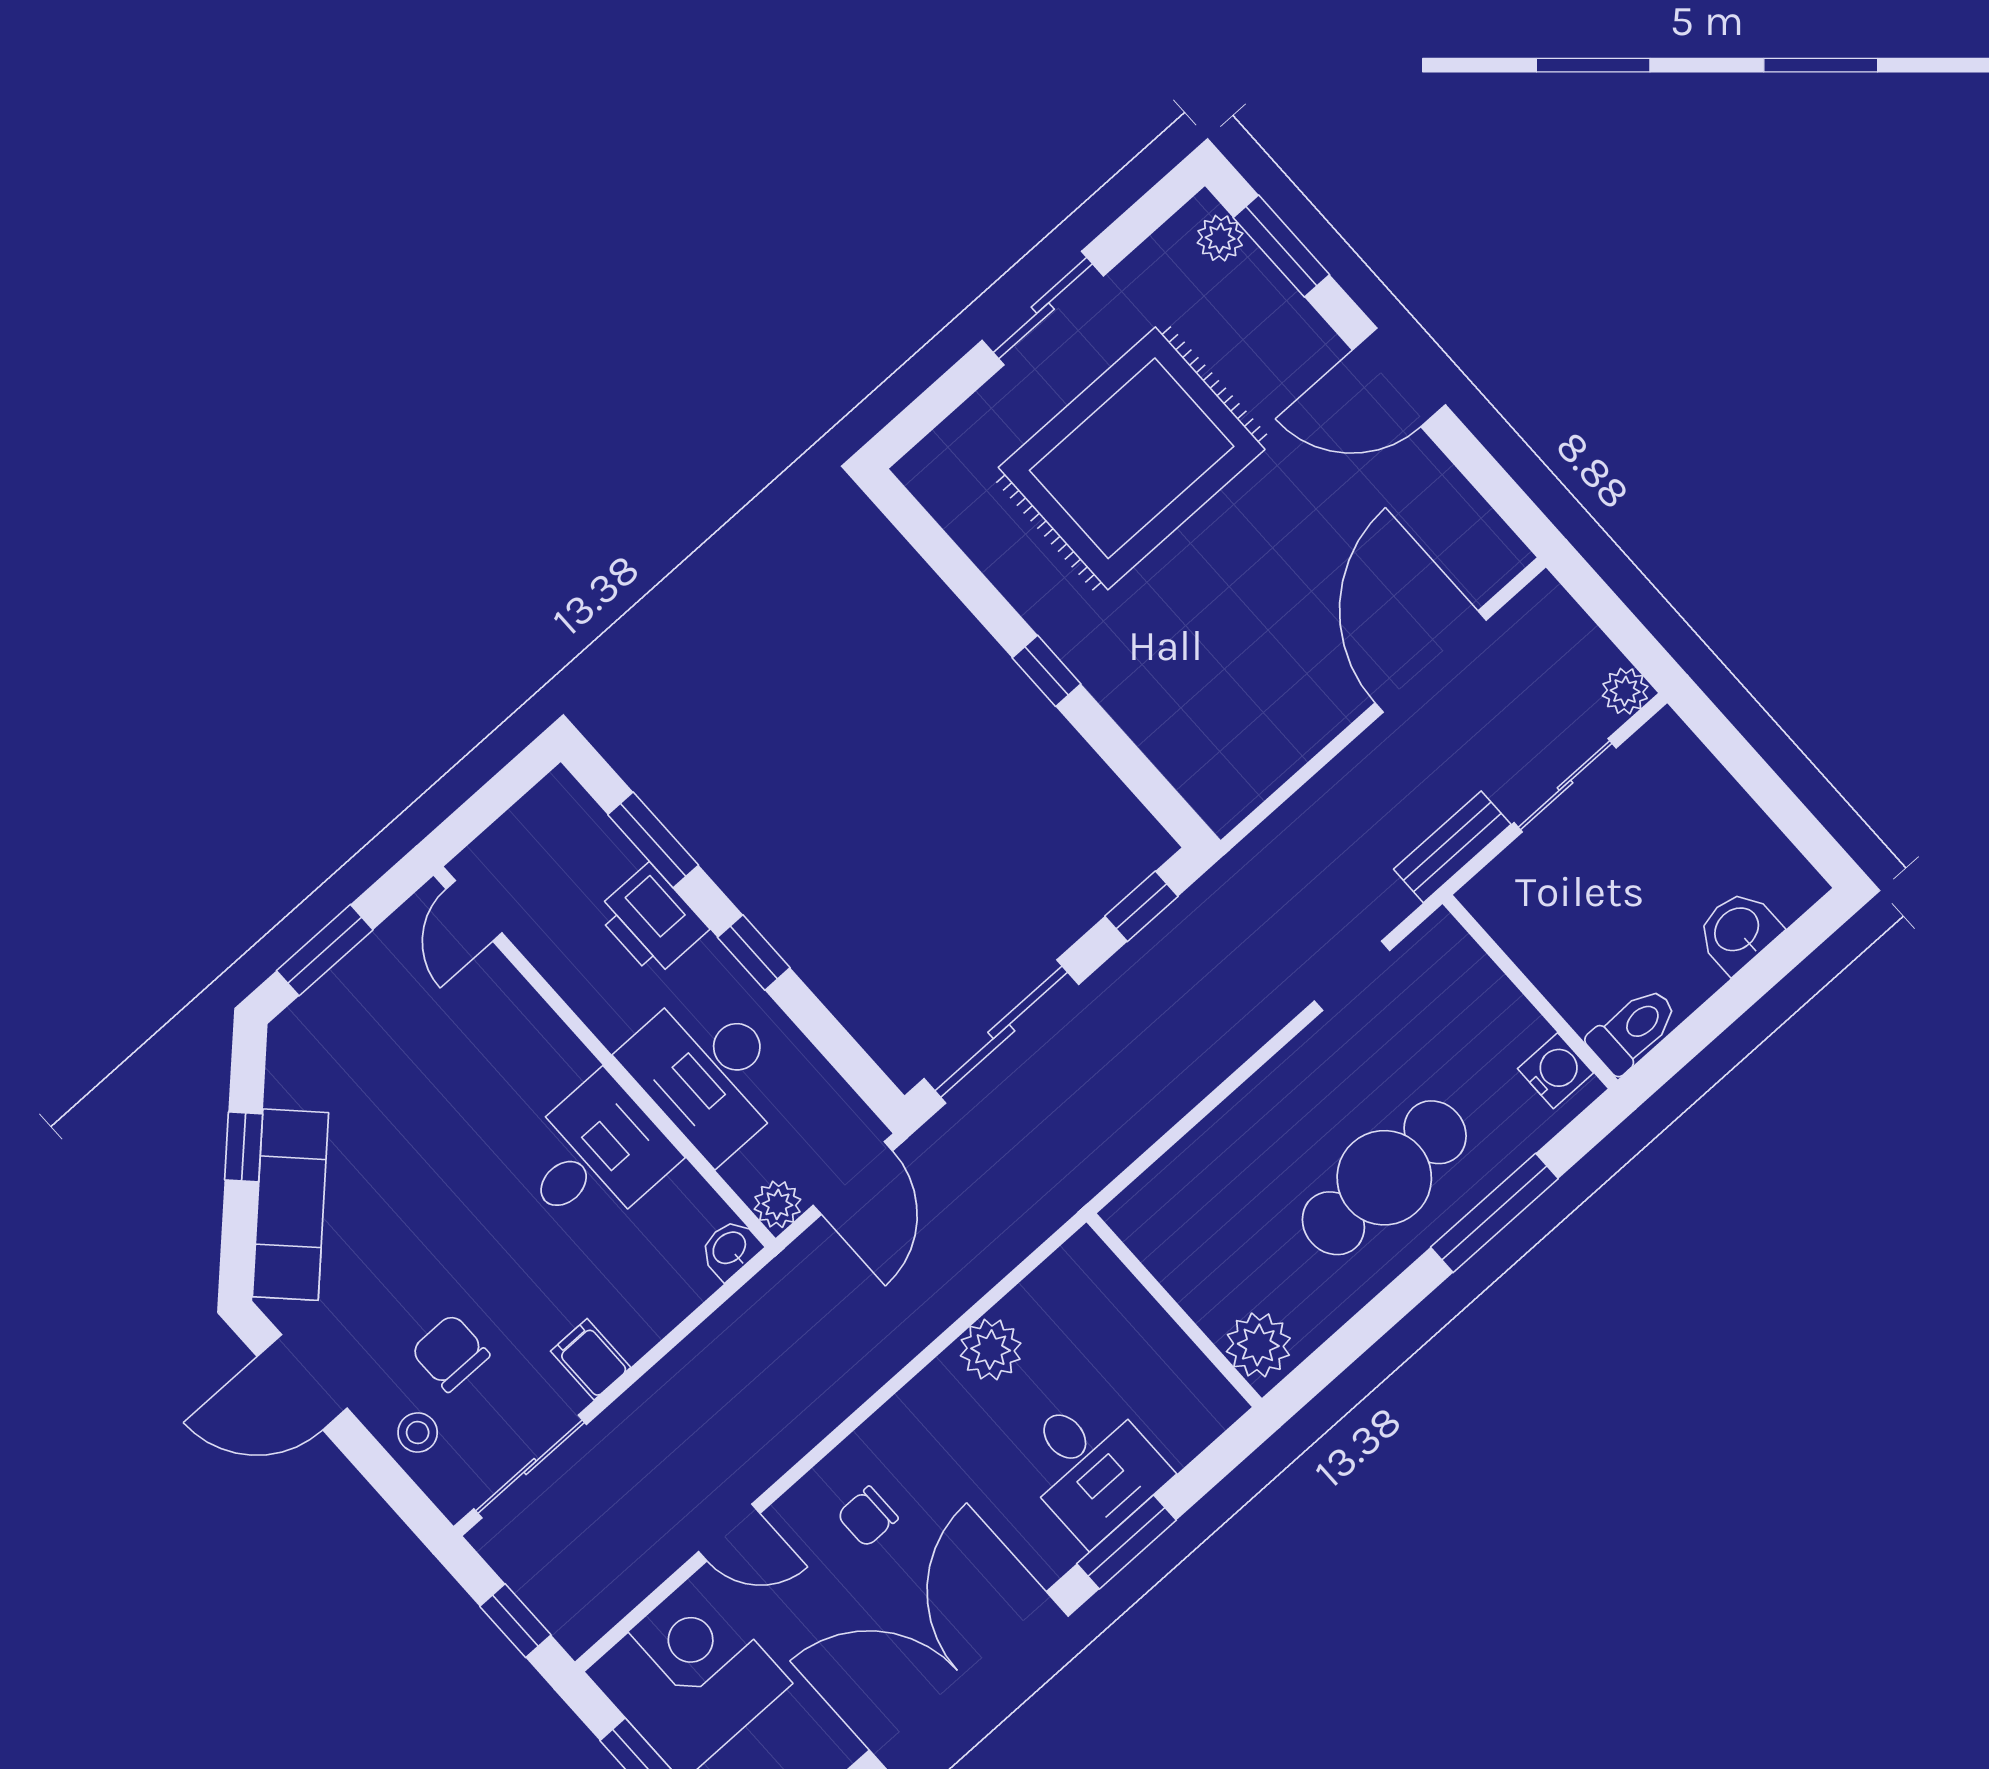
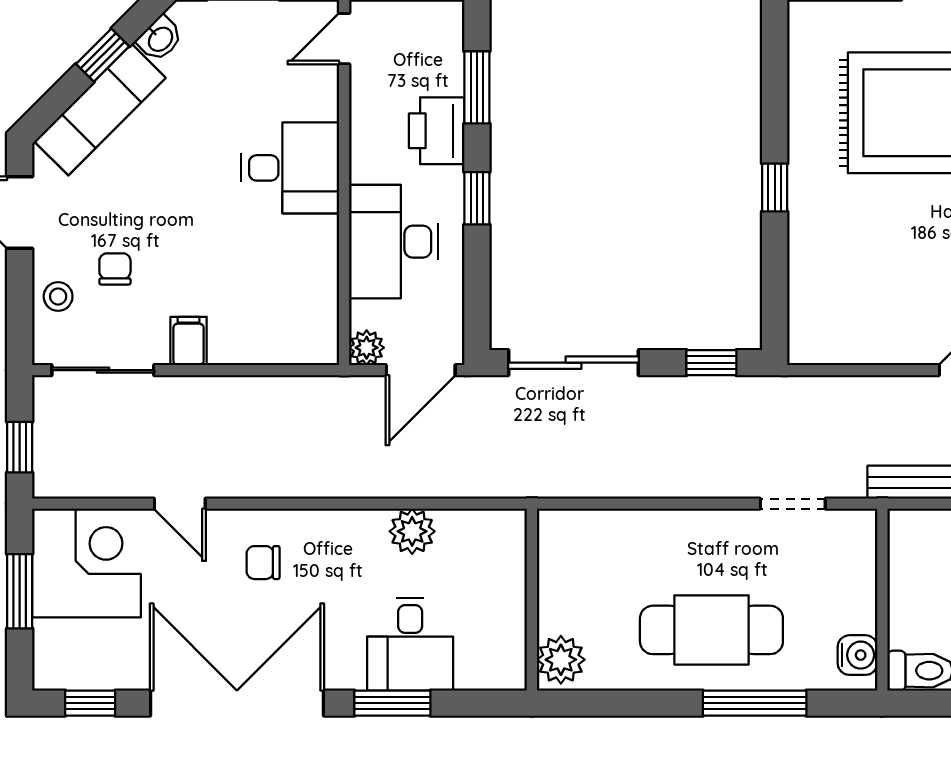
desk: (594, 1156) -> (290, 168), moved
washbasin: (730, 1249) -> (160, 39), moved, turned 135
chair: (450, 1353) -> (115, 269), width x0.73, depth x0.73

